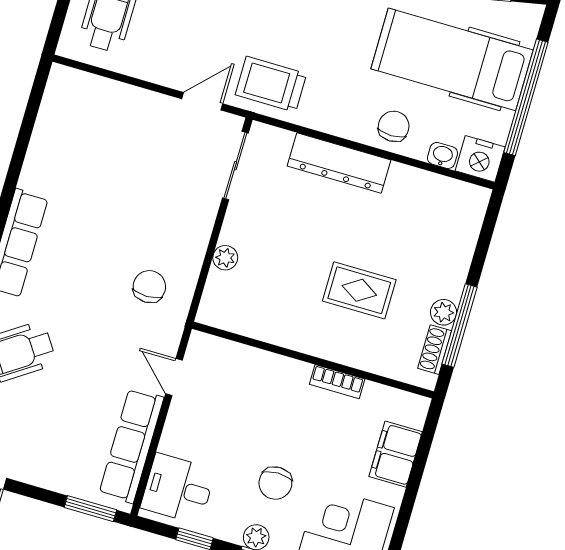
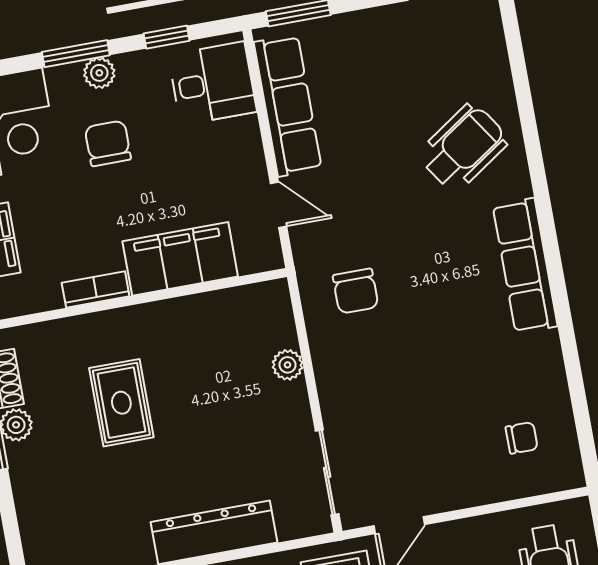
chair: (82, 120) -> (522, 438), added
rug: (359, 290) -> (121, 403), turned 90
filing cabinet: (265, 373) -> (180, 259), added

